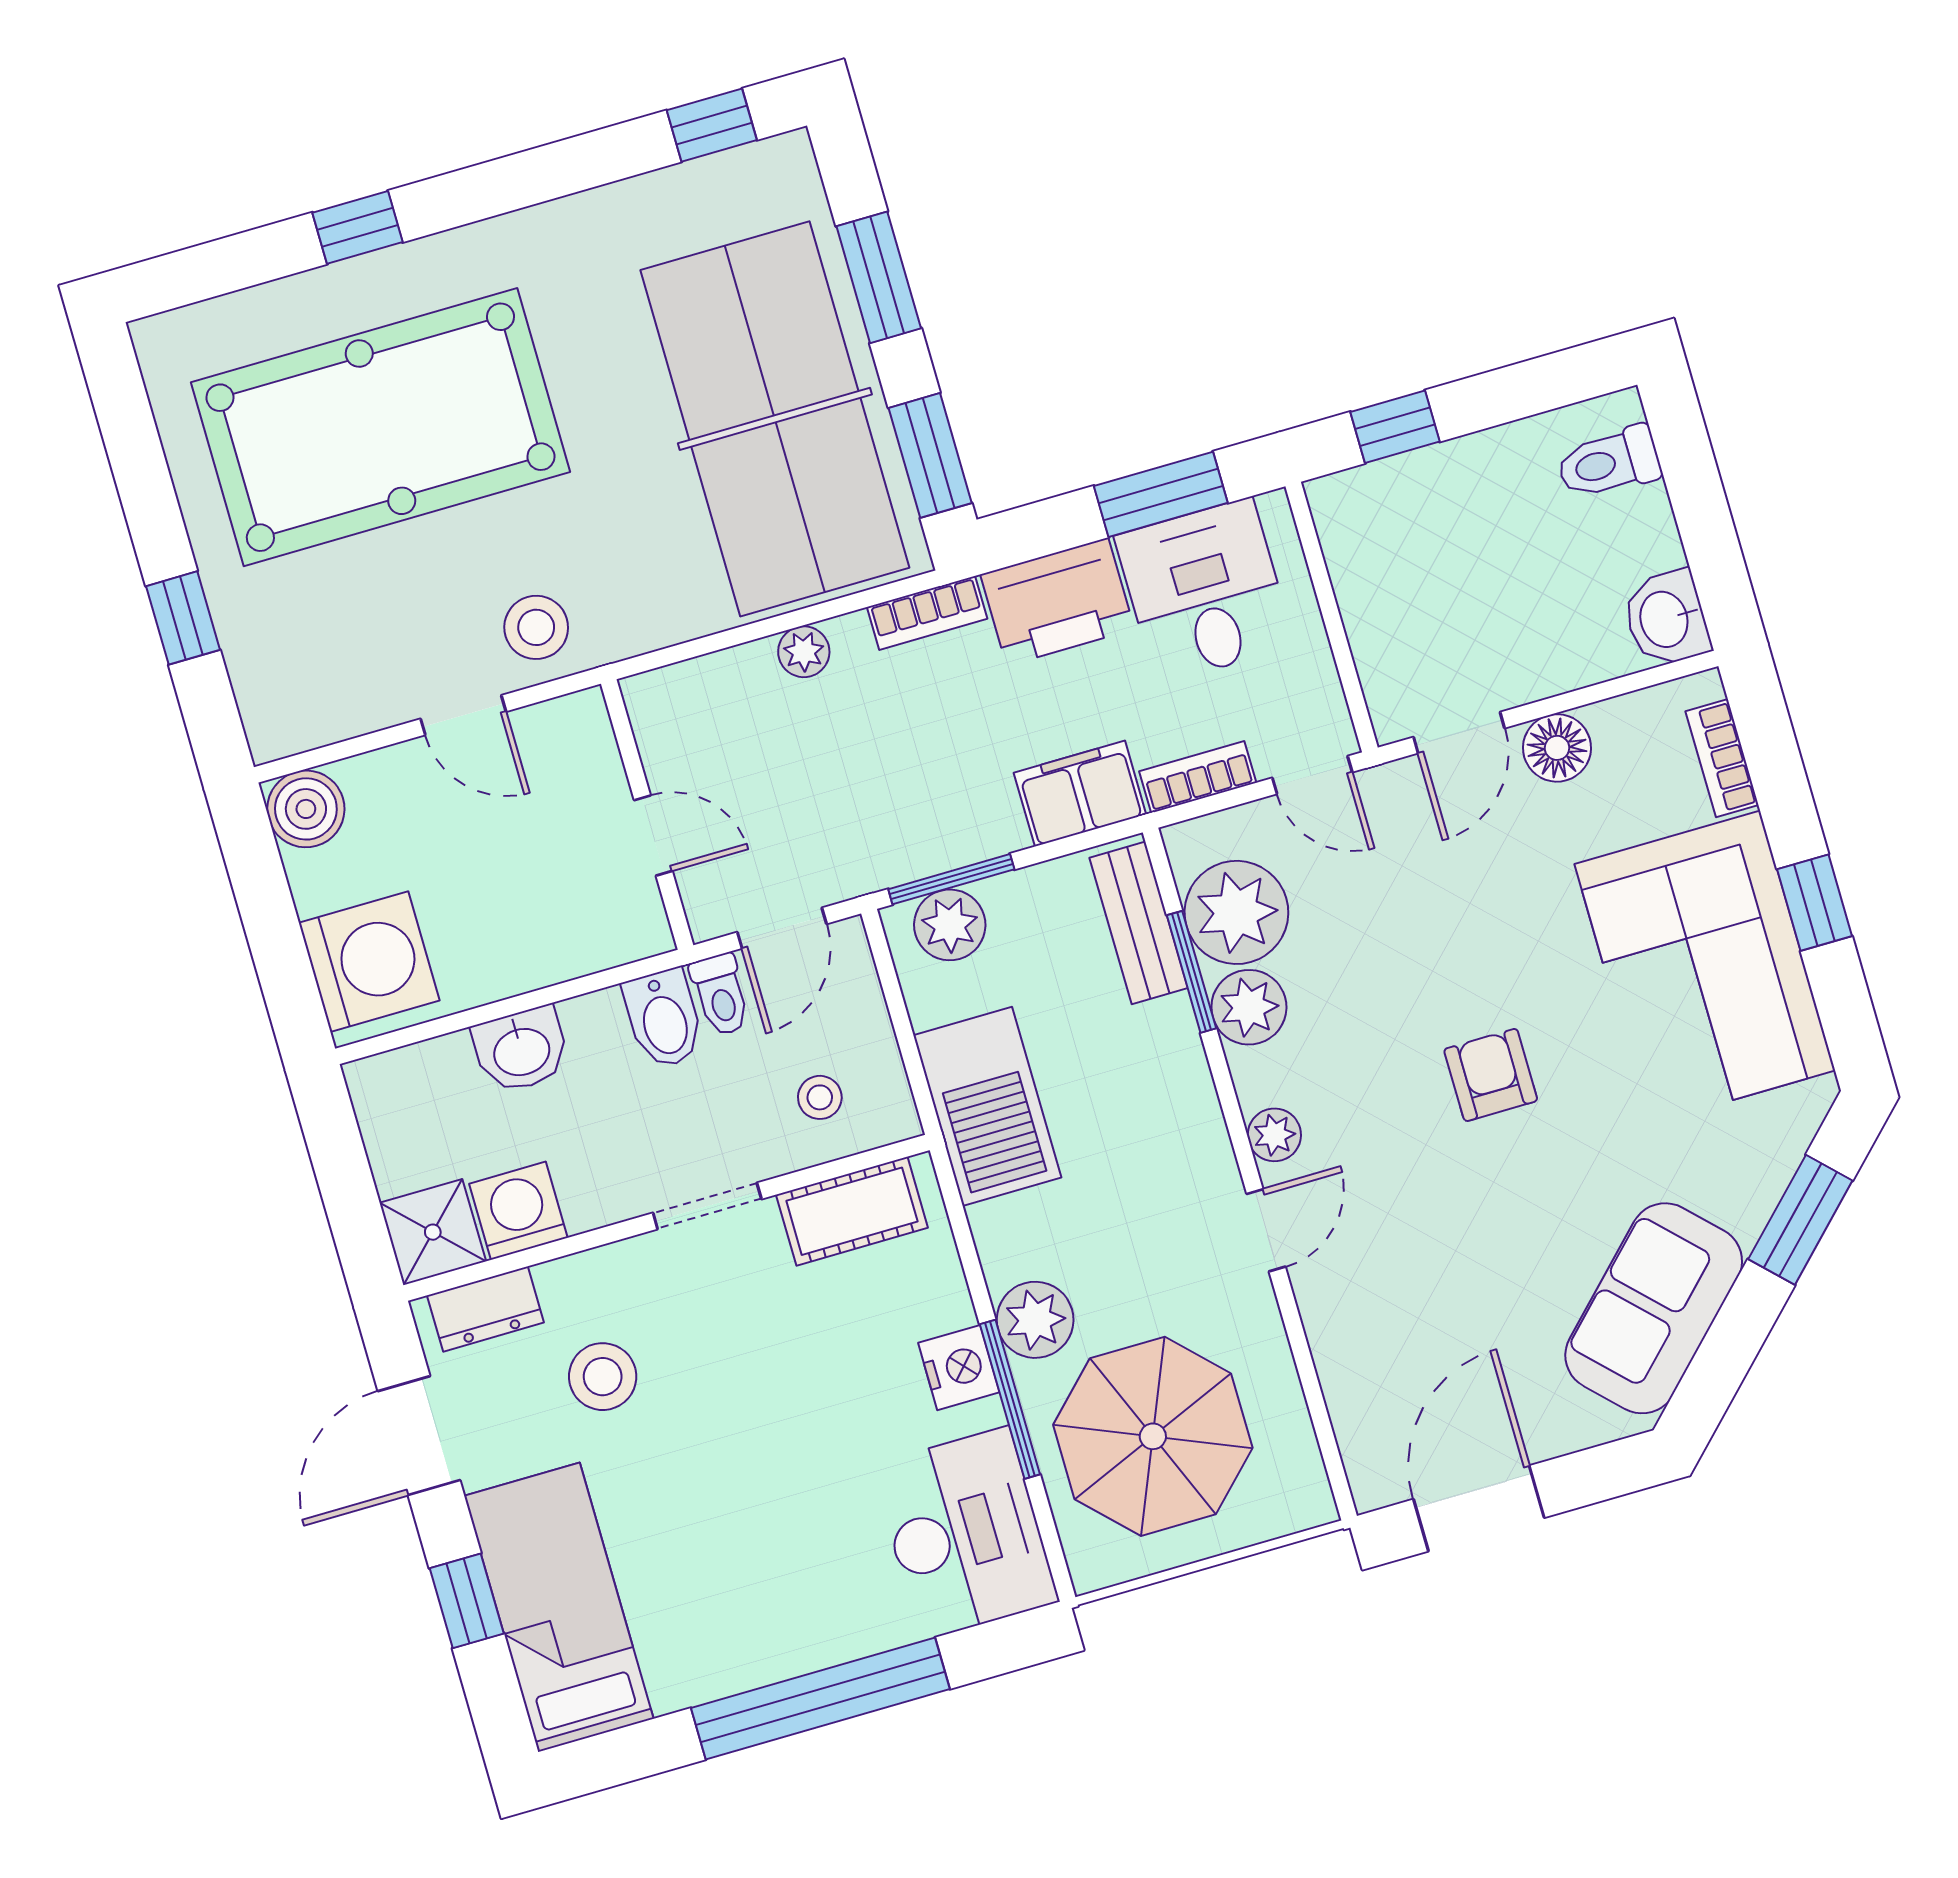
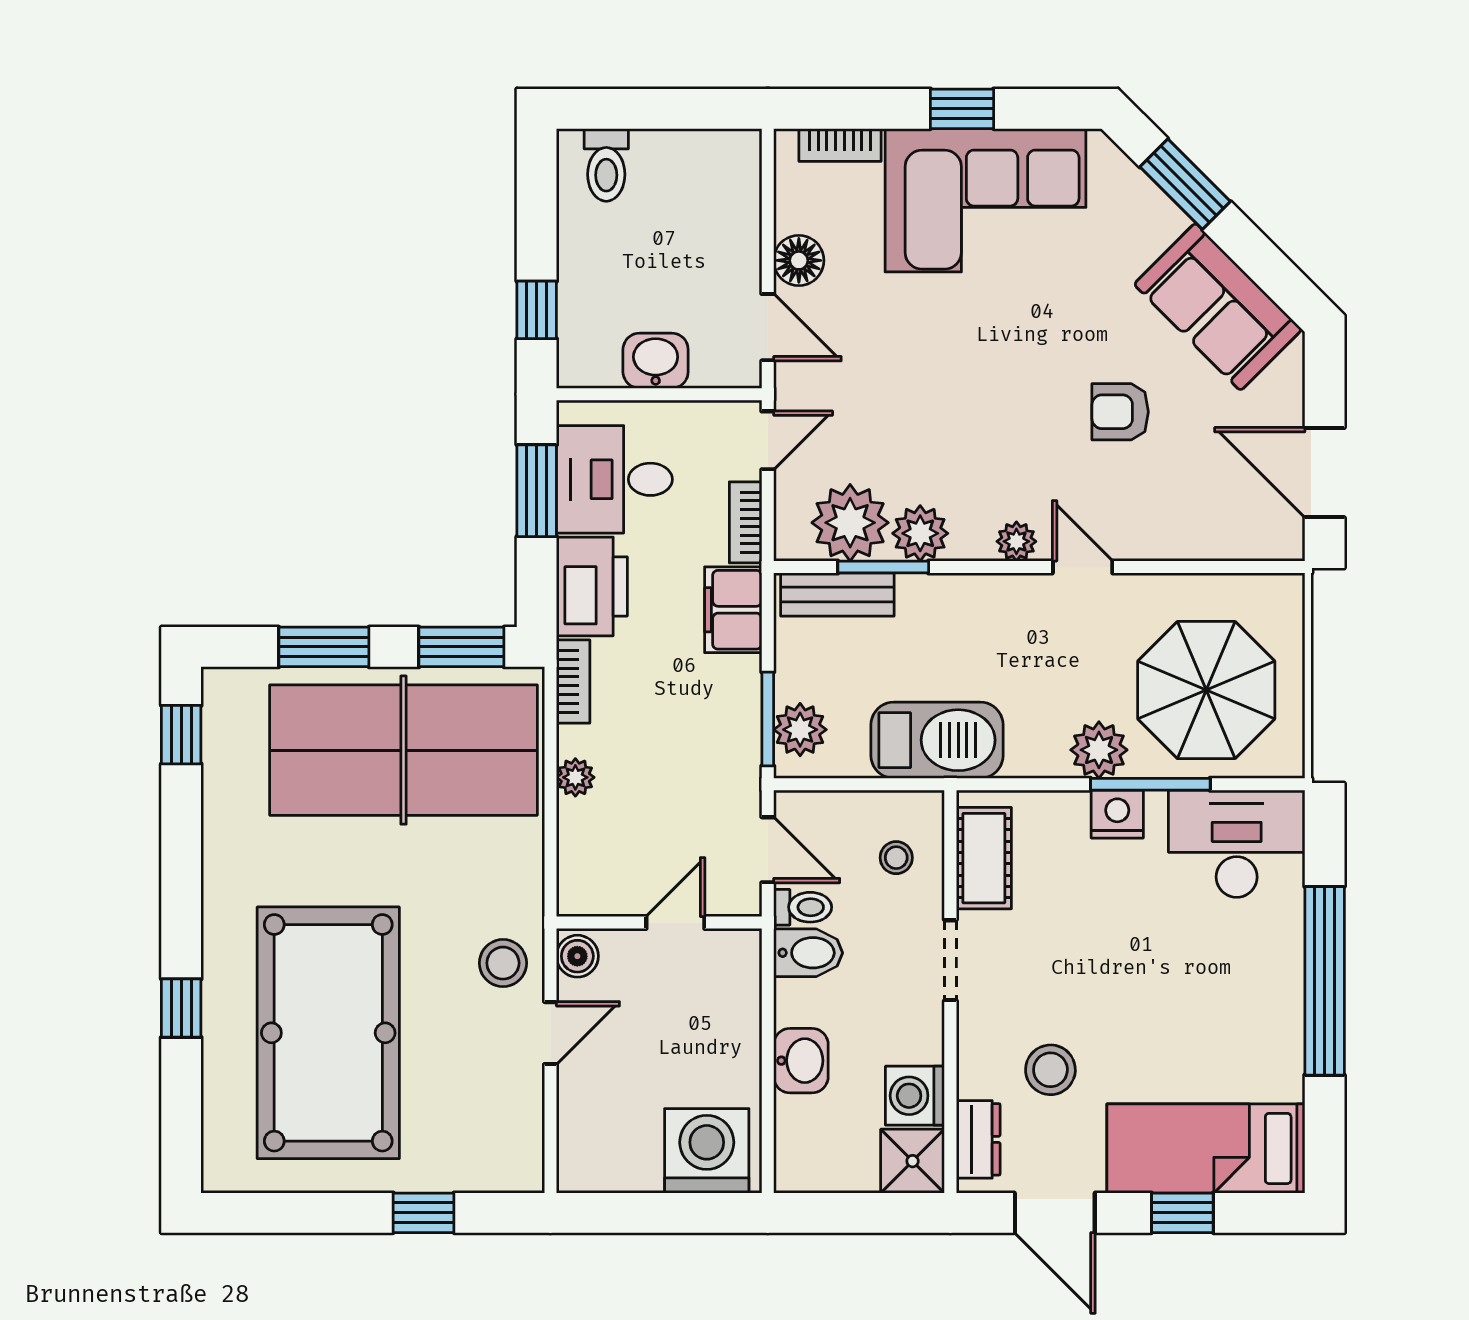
washbasin: (1666, 619) -> (656, 361), moved, turned 180
boiler: (306, 809) -> (577, 956), moved, width x0.73, depth x0.73
armchair: (1491, 1075) -> (1120, 412), moved

